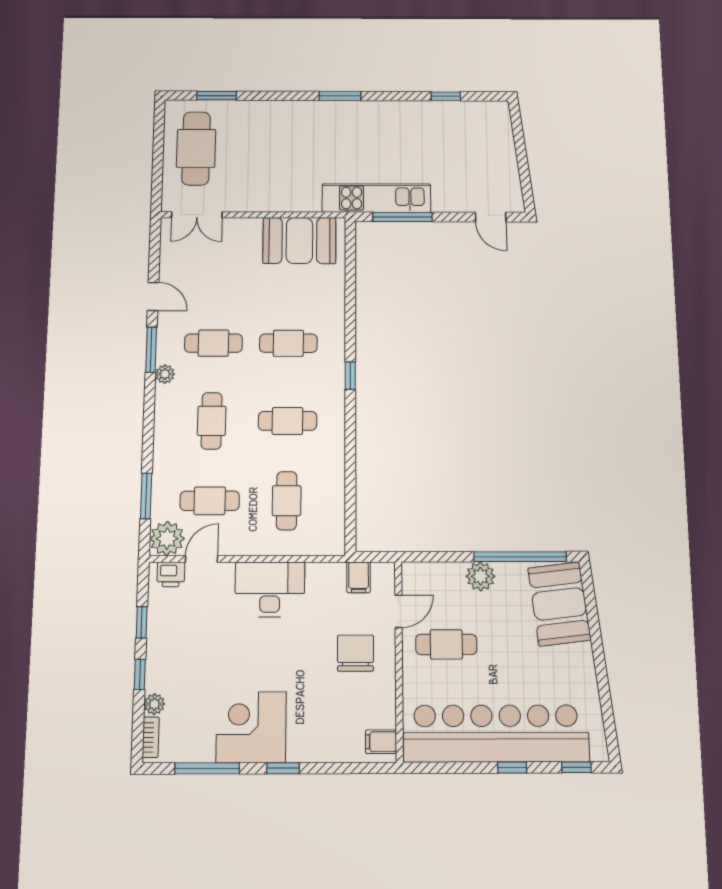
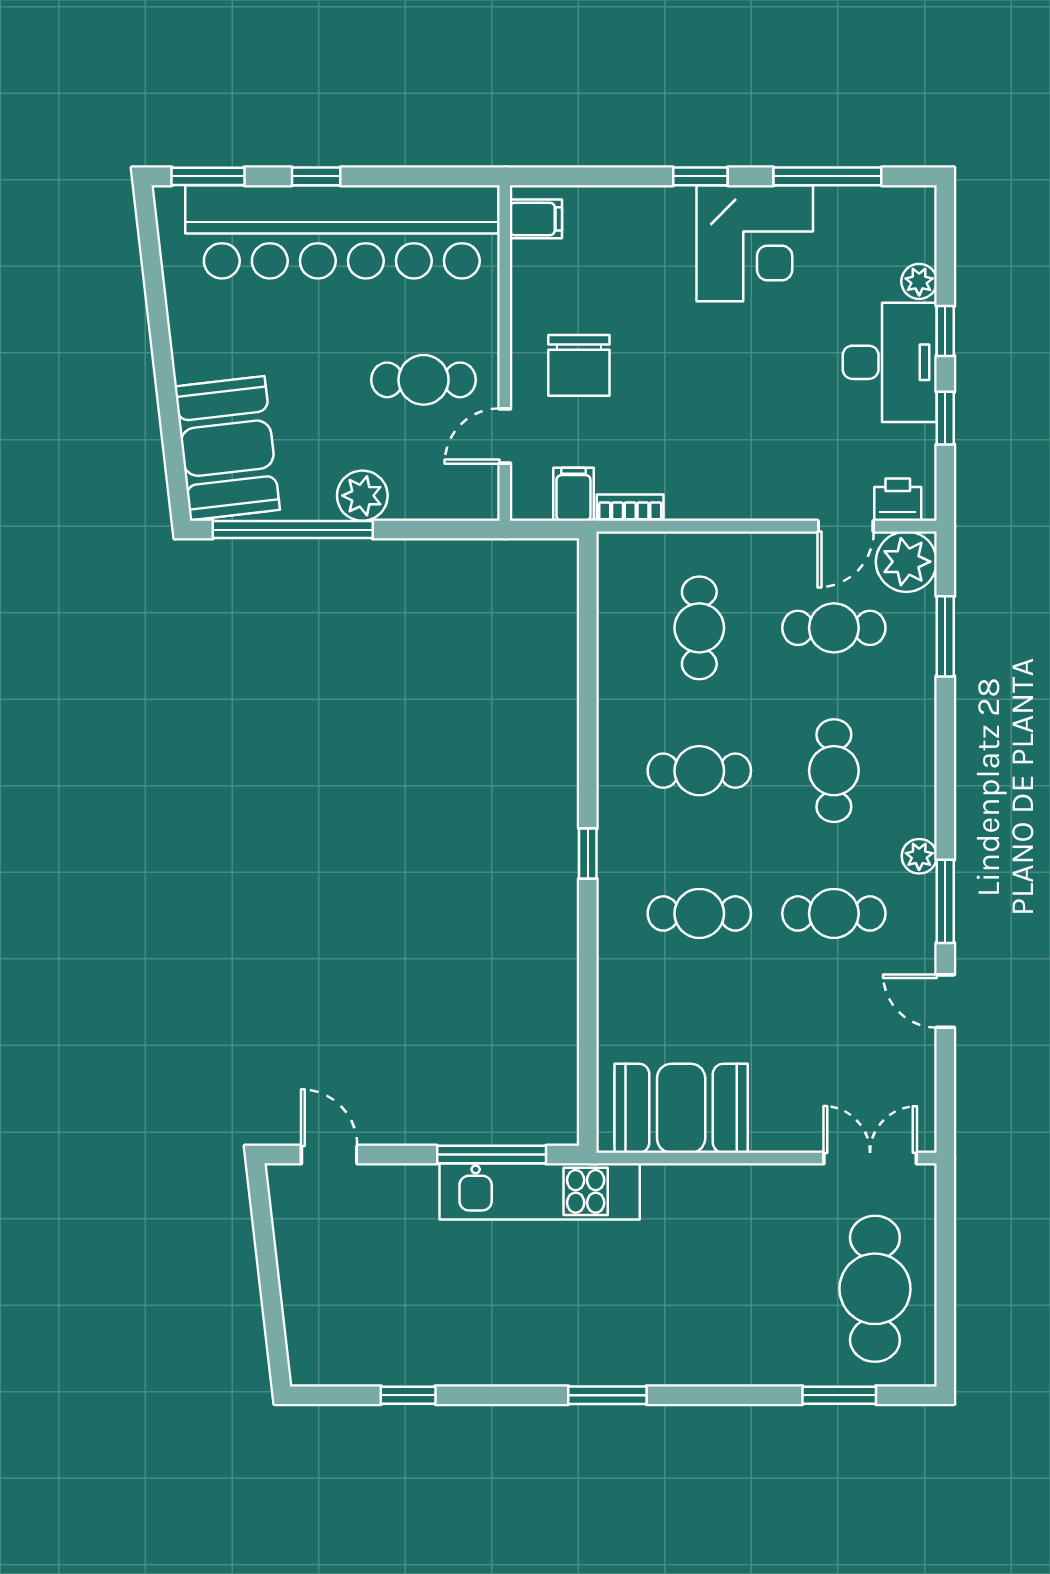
desk: (270, 589) -> (890, 362), moved, turned -90
bookcase: (151, 737) -> (630, 508), moved, turned 90
window: (576, 767) -> (208, 176), width x1.50

